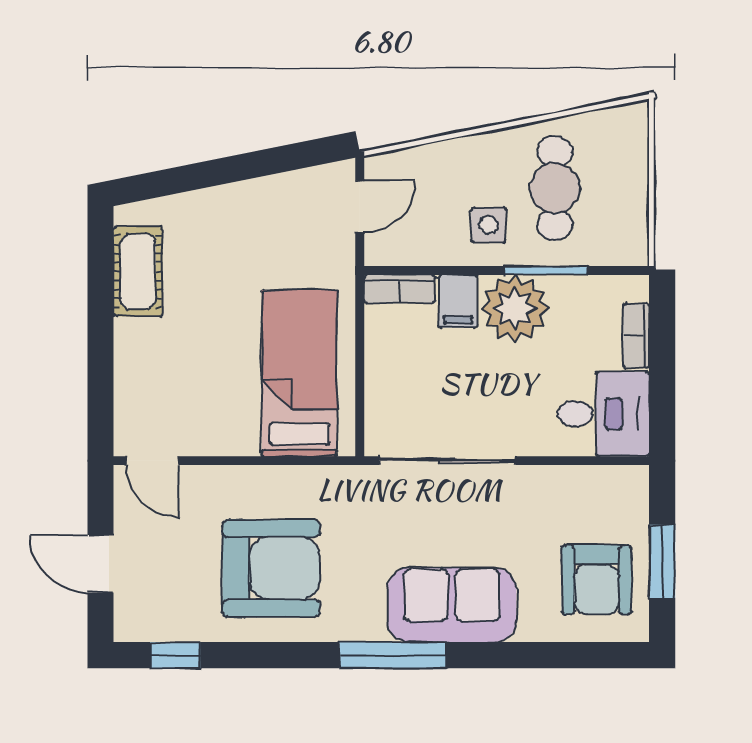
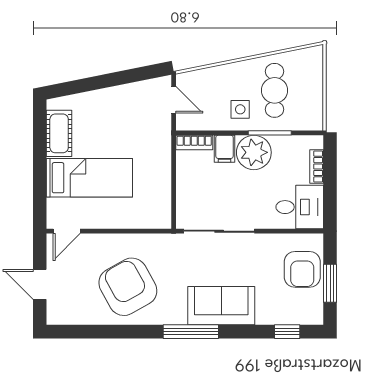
door: (360, 207) -> (174, 100), hinge flipped
bed: (299, 373) -> (89, 178), moved, turned 90
door: (152, 461) -> (67, 231), hinge flipped
armchair: (271, 568) -> (128, 287), turned -119
armchair: (597, 580) -> (302, 269), moved
window: (175, 655) -> (287, 332), moved

